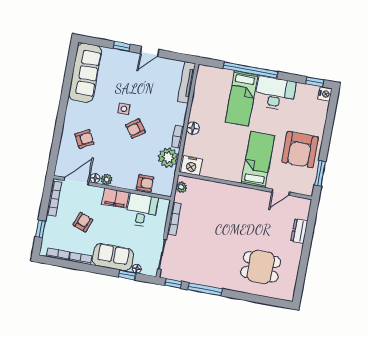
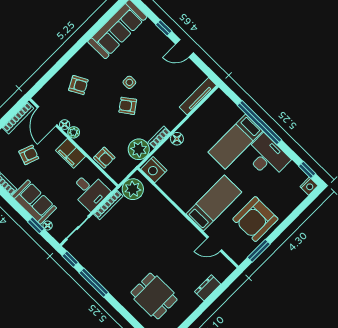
door: (76, 181) -> (47, 116), swing flipped
plant: (181, 187) -> (133, 189), width x1.88, depth x1.88
desk: (142, 210) -> (90, 191), moved, turned 90

